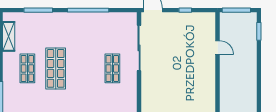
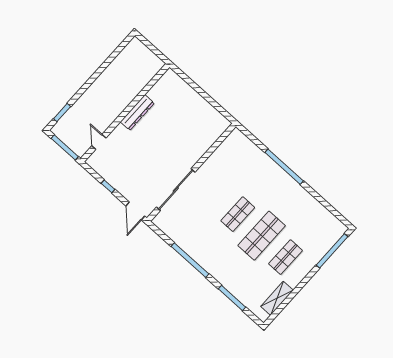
door: (218, 48) -> (99, 142), moved
shop shelf: (112, 68) -> (238, 214), moved
dresser: (210, 76) -> (137, 112), added

